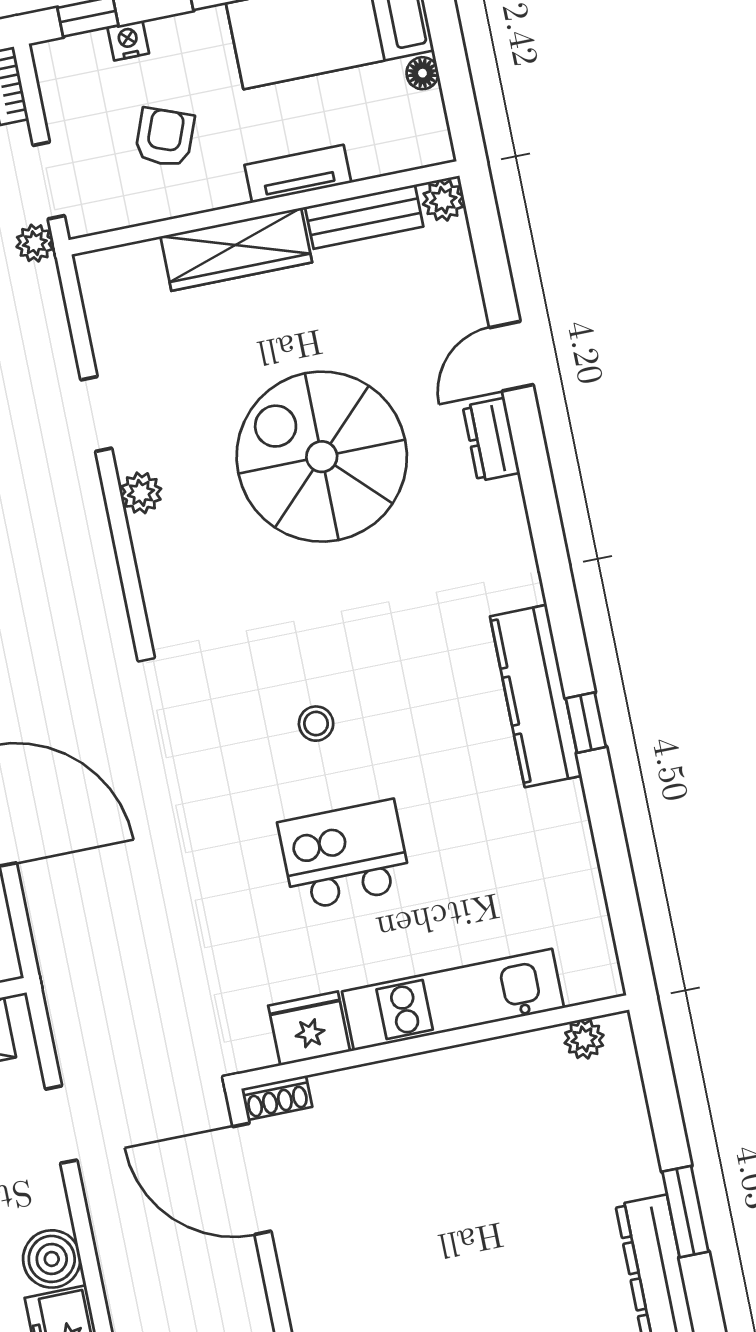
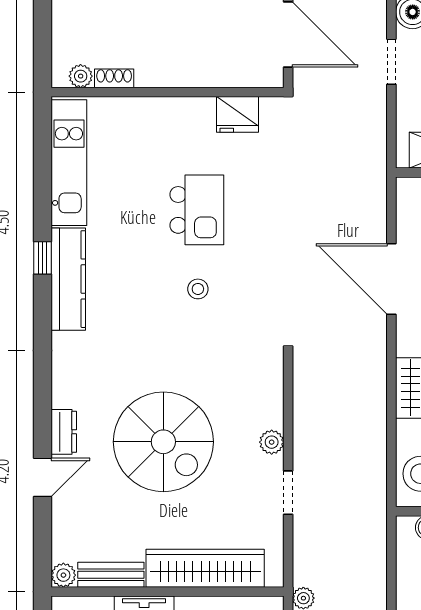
wardrobe: (236, 249) -> (205, 568), width x1.40, depth x1.17
kitchen island: (345, 855) -> (197, 210), turned -90
kitchen unit: (453, 1000) -> (69, 163), moved, turned -90
shoe rack: (277, 1098) -> (114, 78), moved
doorway: (61, 1125) -> (391, 62), moved

